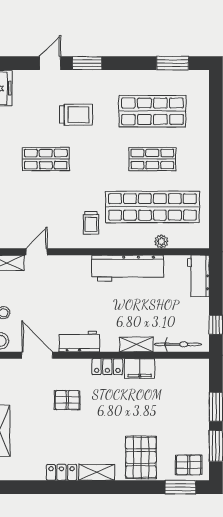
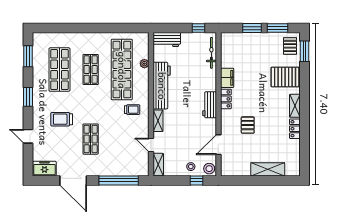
window: (87, 63) -> (28, 97), moved
trolley: (76, 115) -> (62, 119), turned -90
workbench: (79, 341) -> (210, 105), moved
shelving: (136, 344) -> (158, 121), moved

